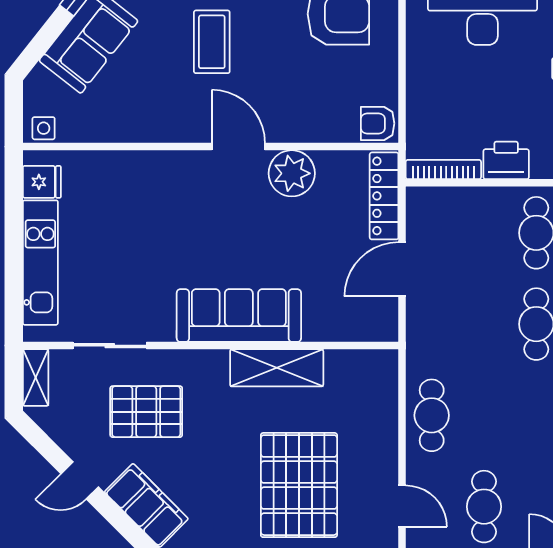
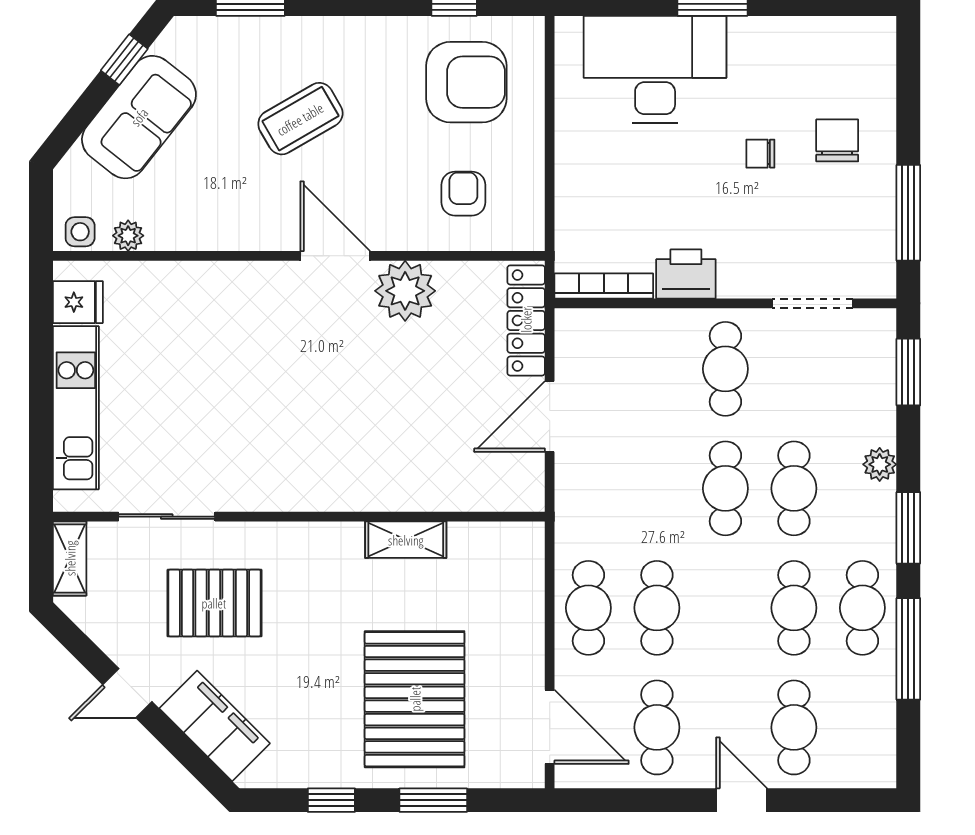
coffee table: (212, 42) -> (300, 119), turned 60
armchair: (378, 123) -> (463, 194), moved, turned 90
plant: (80, 131) -> (128, 236), added
sofa: (239, 316) -> (336, 477), removed
shelving: (277, 368) -> (406, 540), width x0.67, depth x0.75
cafe table: (484, 415) -> (657, 608), added
door: (402, 506) -> (550, 727), width x1.38

